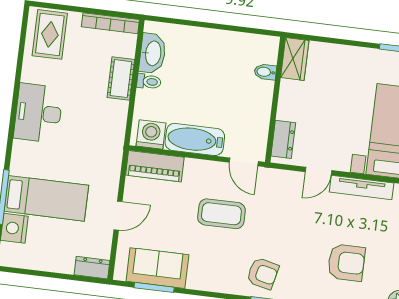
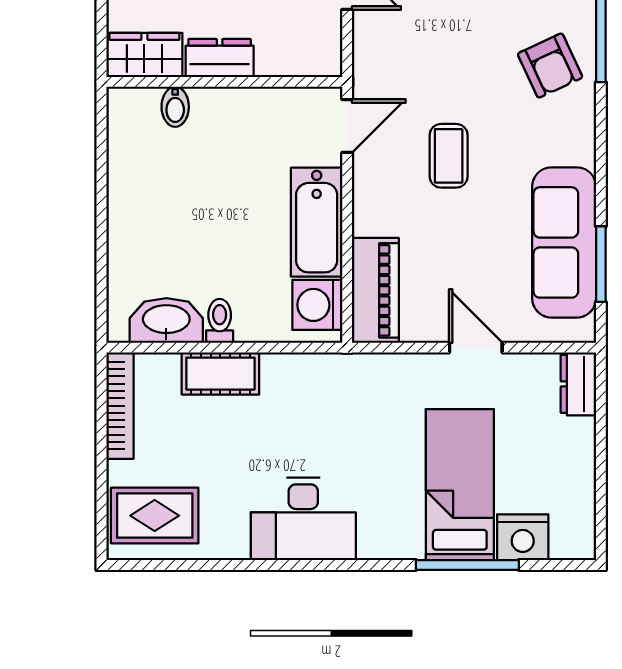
dresser: (283, 139) -> (220, 58), moved
coffee table: (221, 214) -> (449, 156), width x0.73, depth x0.77
sofa: (157, 268) -> (564, 242), width x1.36
armchair: (263, 273) -> (550, 66), turned 142

